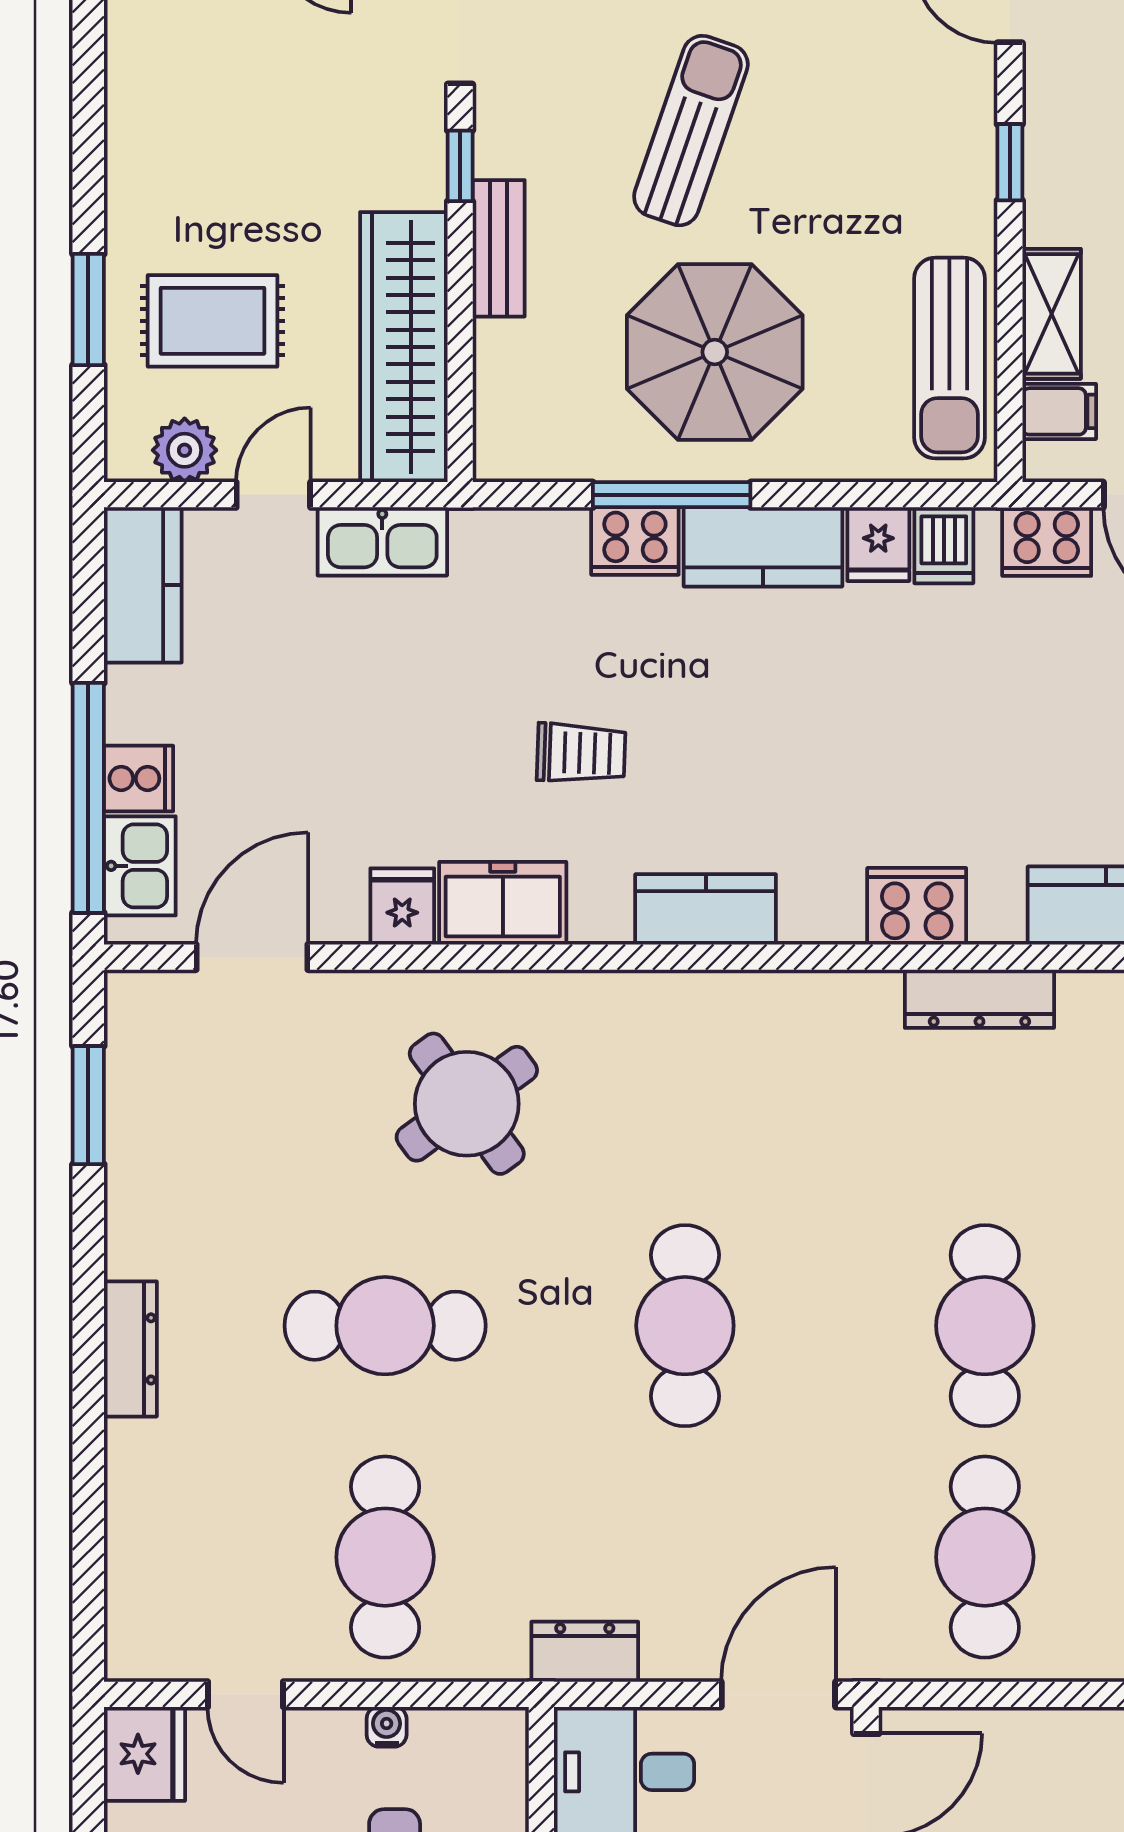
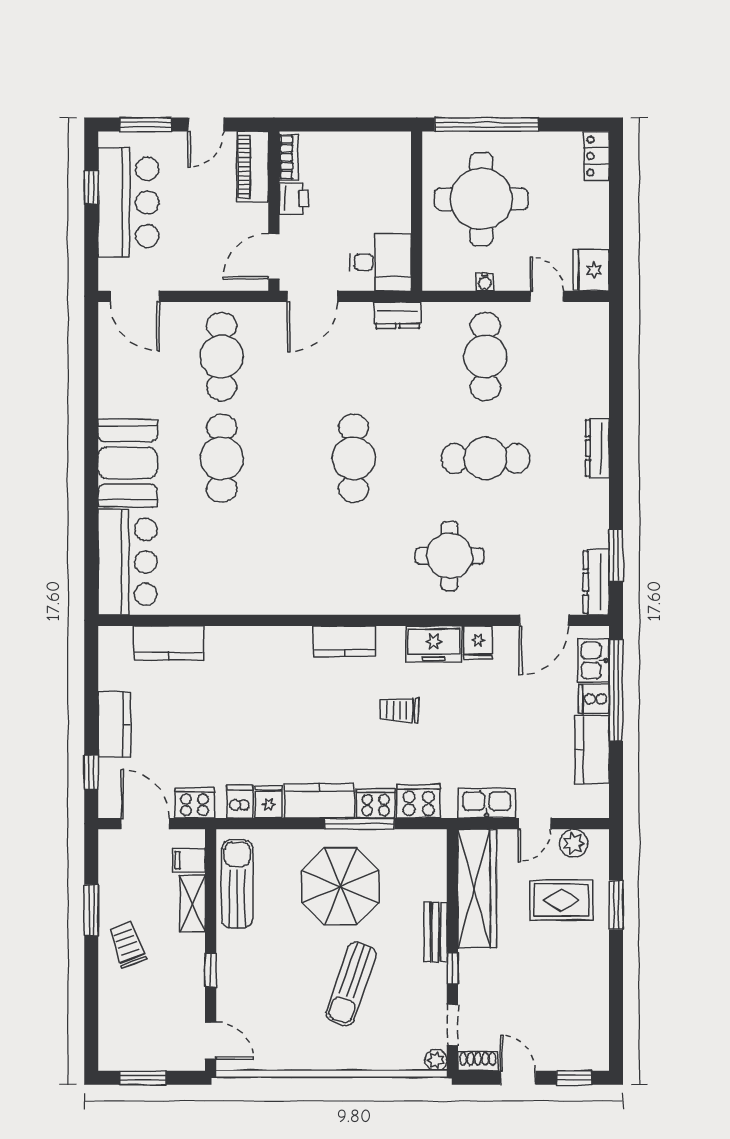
kitchen counter: (143, 585) -> (592, 750), moved
cooker: (917, 906) -> (419, 801), moved, turned 180
dresser: (979, 999) -> (596, 582), moved, turned -90
round table: (467, 1104) -> (450, 556), turned 36

